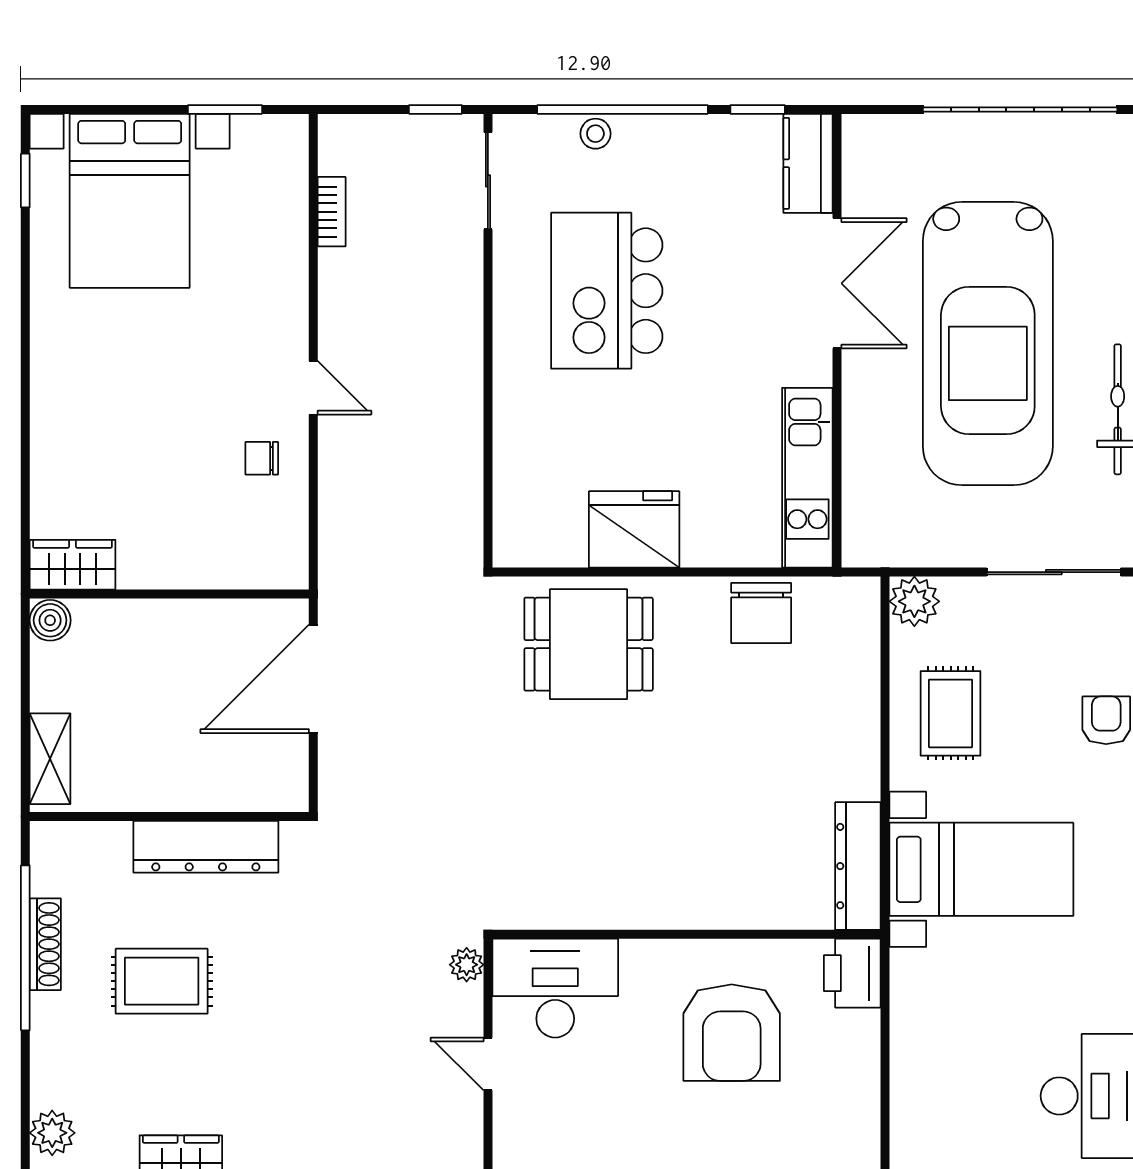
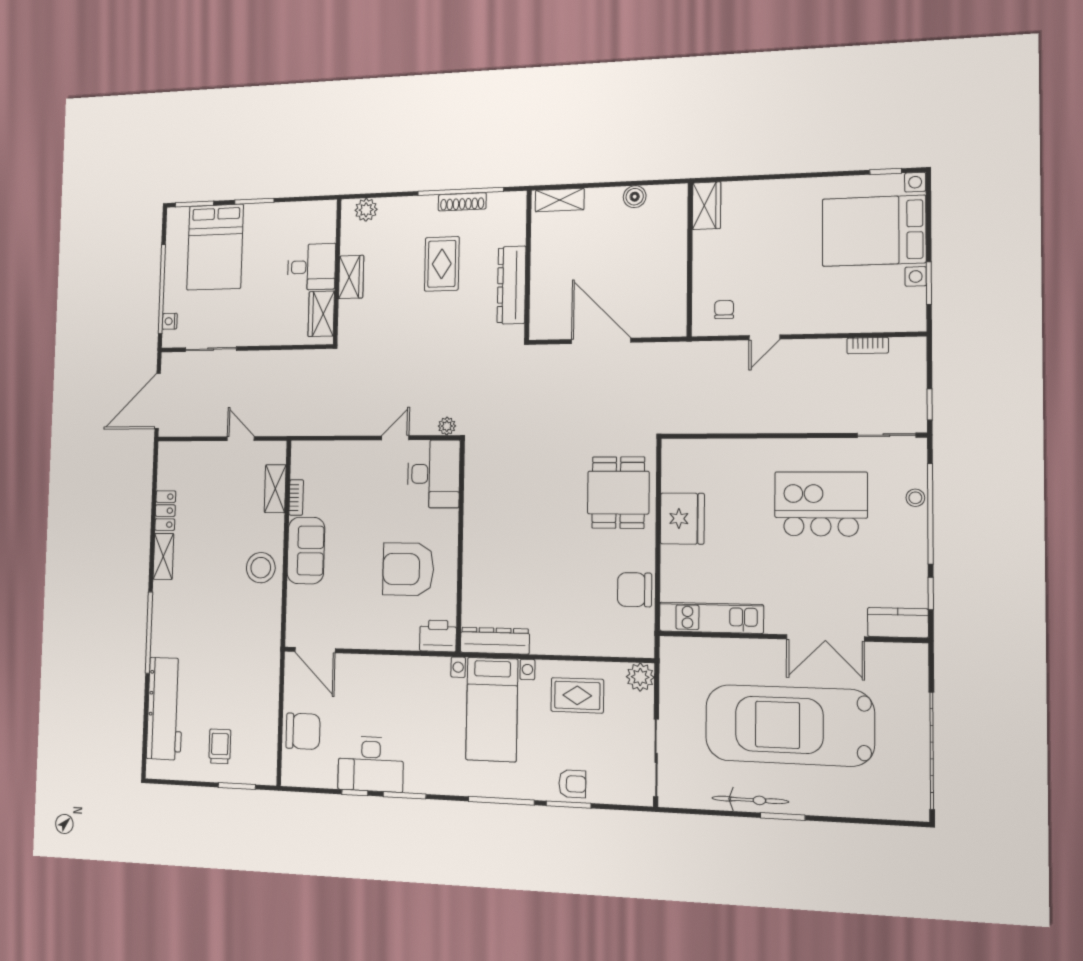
wardrobe: (73, 565) -> (707, 206), moved
wall: (169, 594) -> (690, 259), moved

